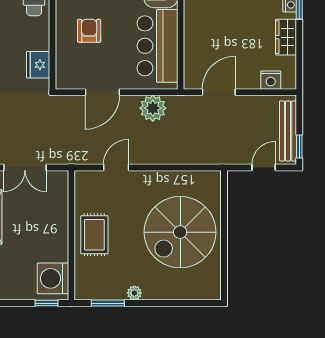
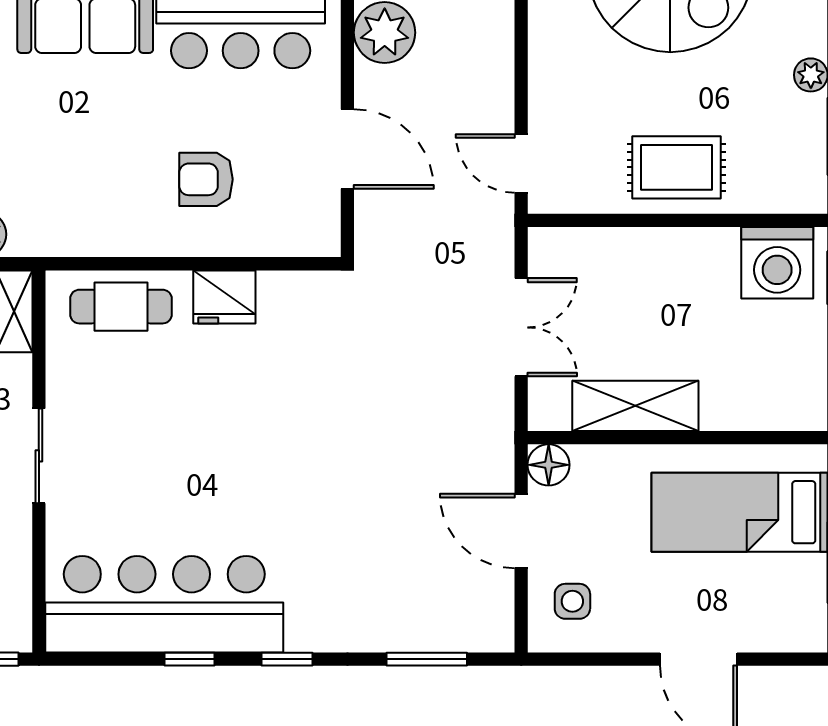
fridge: (38, 65) -> (224, 297), moved
door: (116, 167) -> (521, 163), moved

